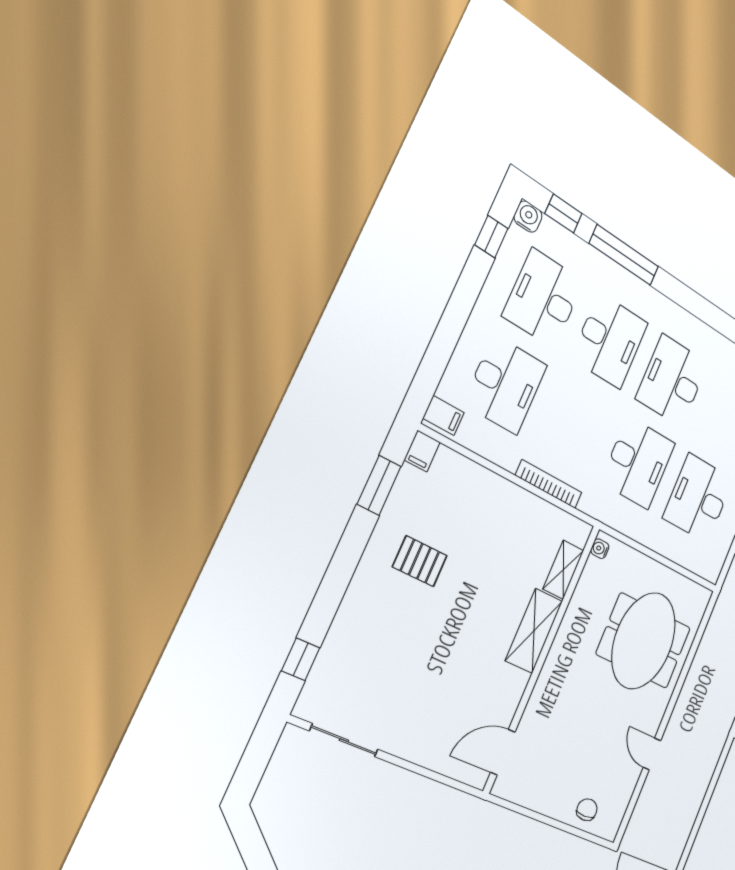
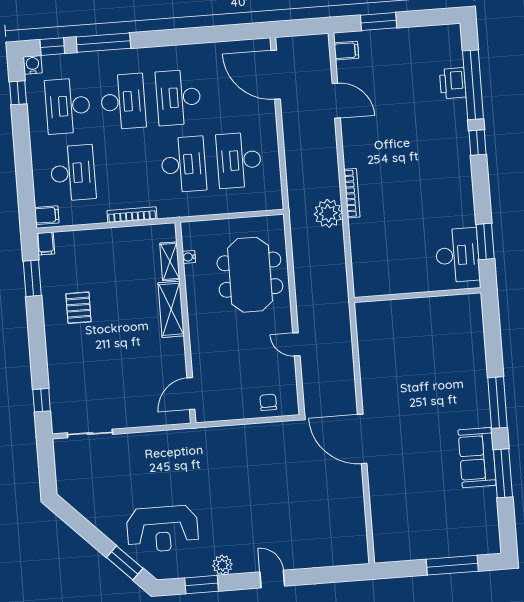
water cooler: (600, 549) -> (189, 257), moved
pallet: (420, 561) -> (78, 308), turned 90

